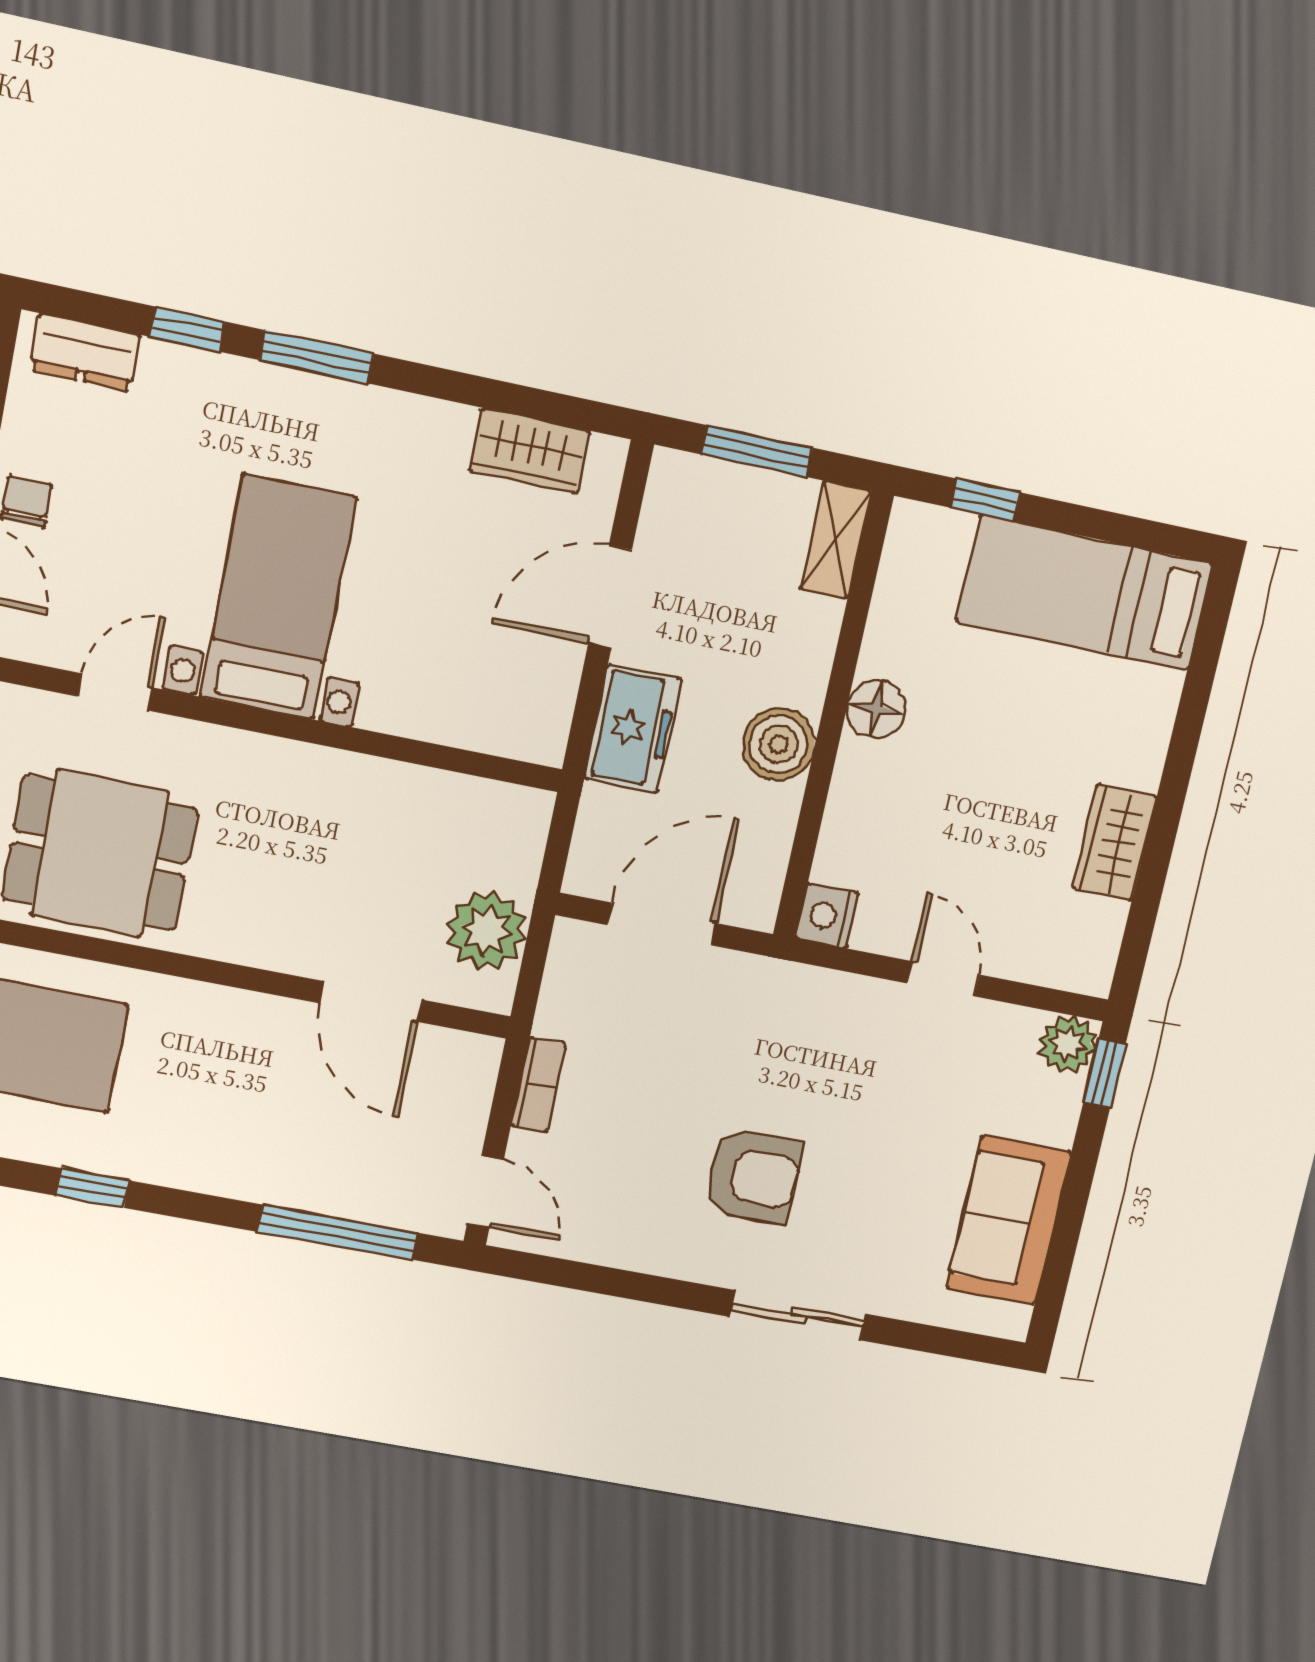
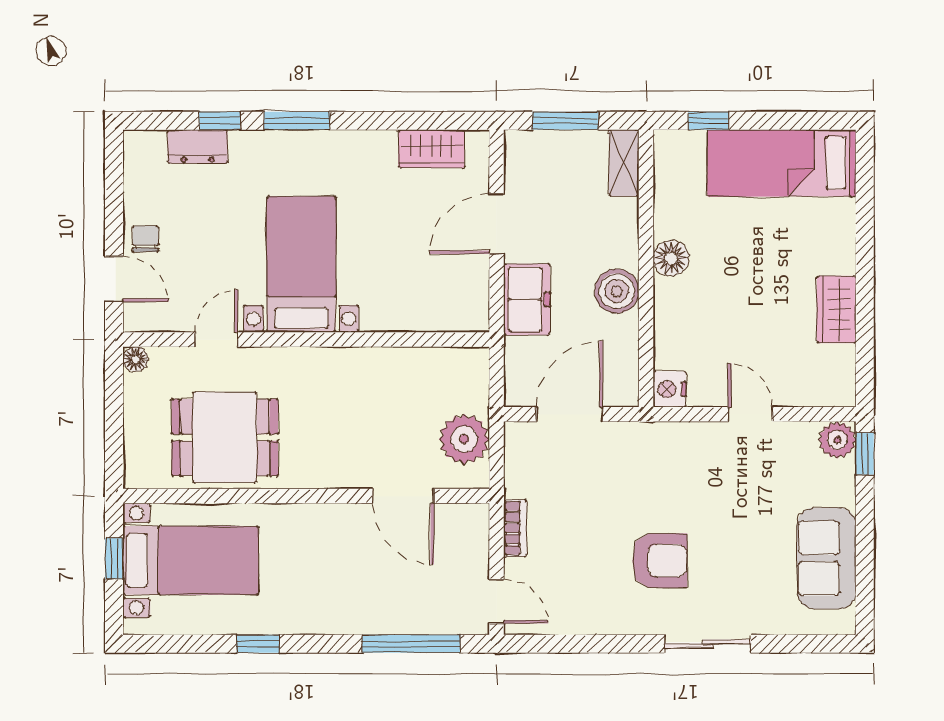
dresser: (85, 353) -> (198, 146), moved

